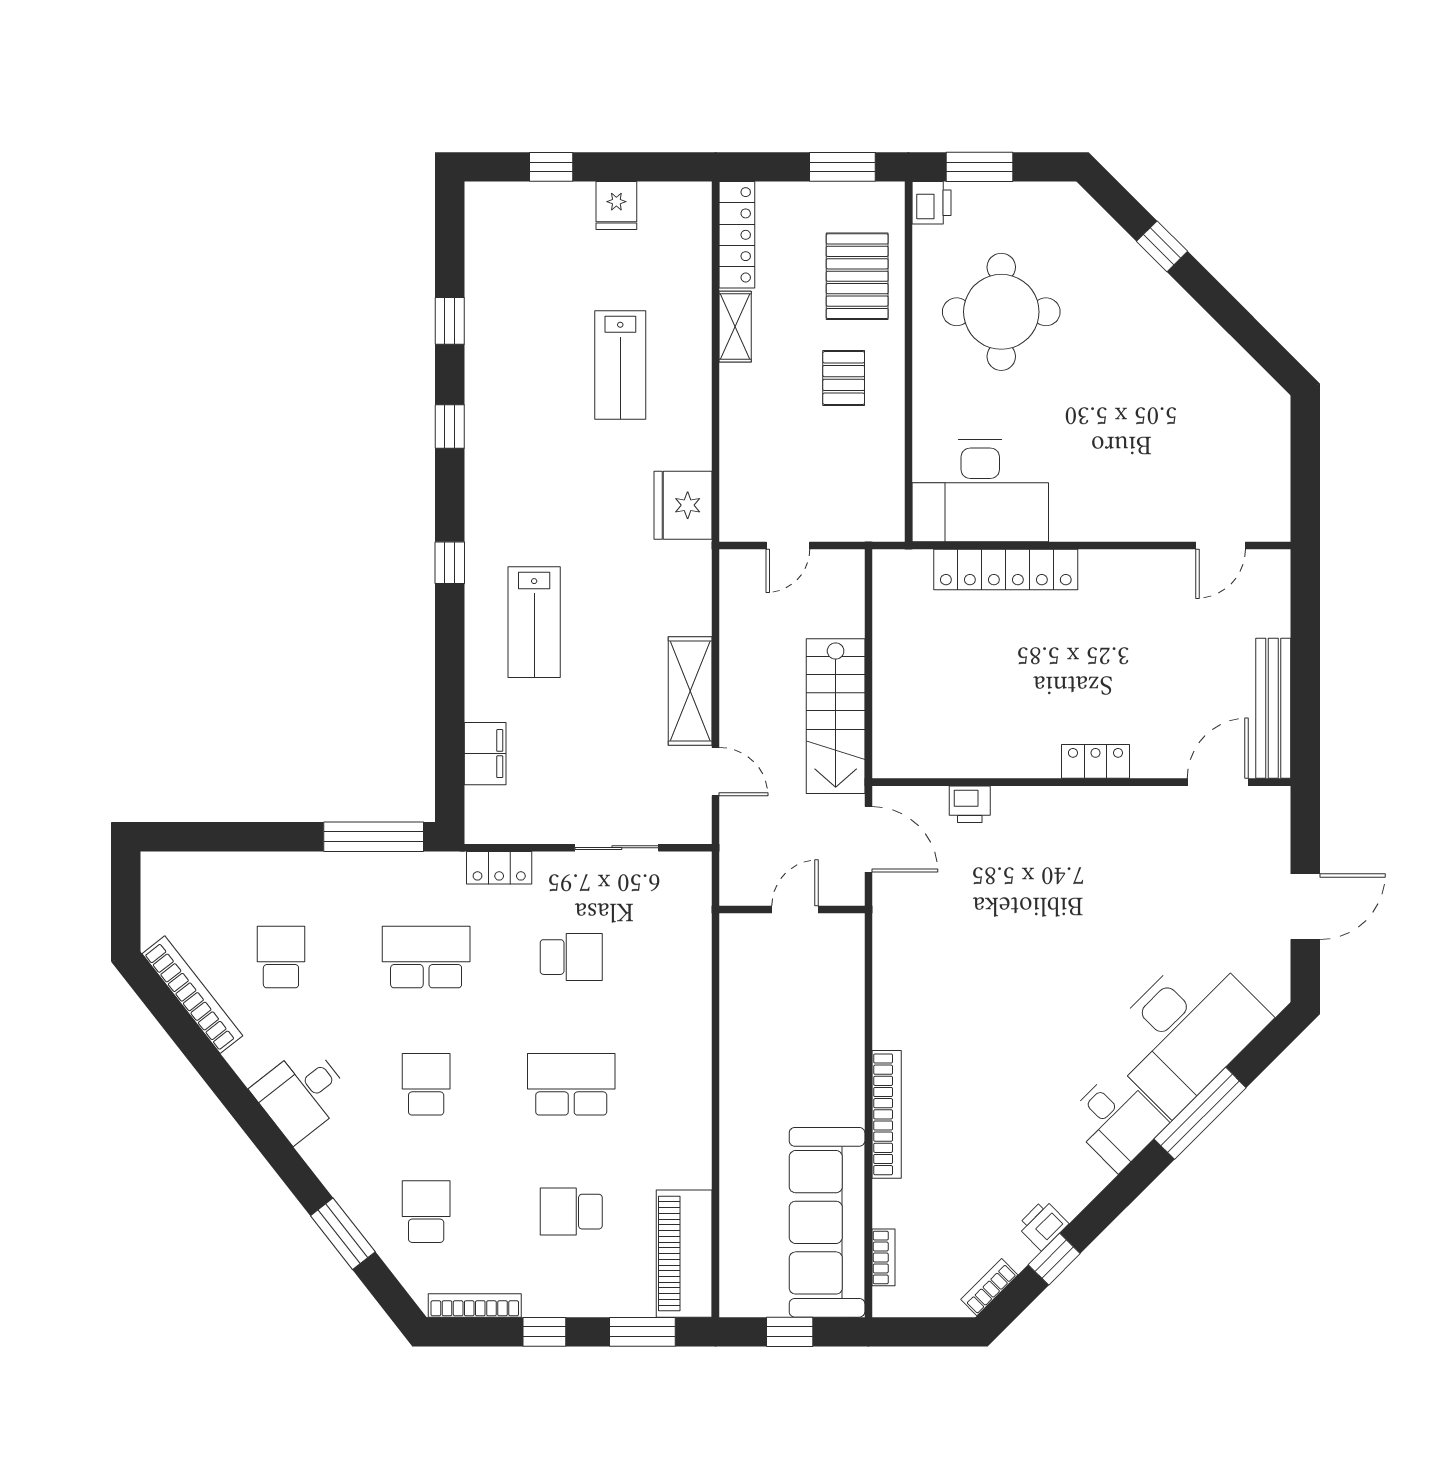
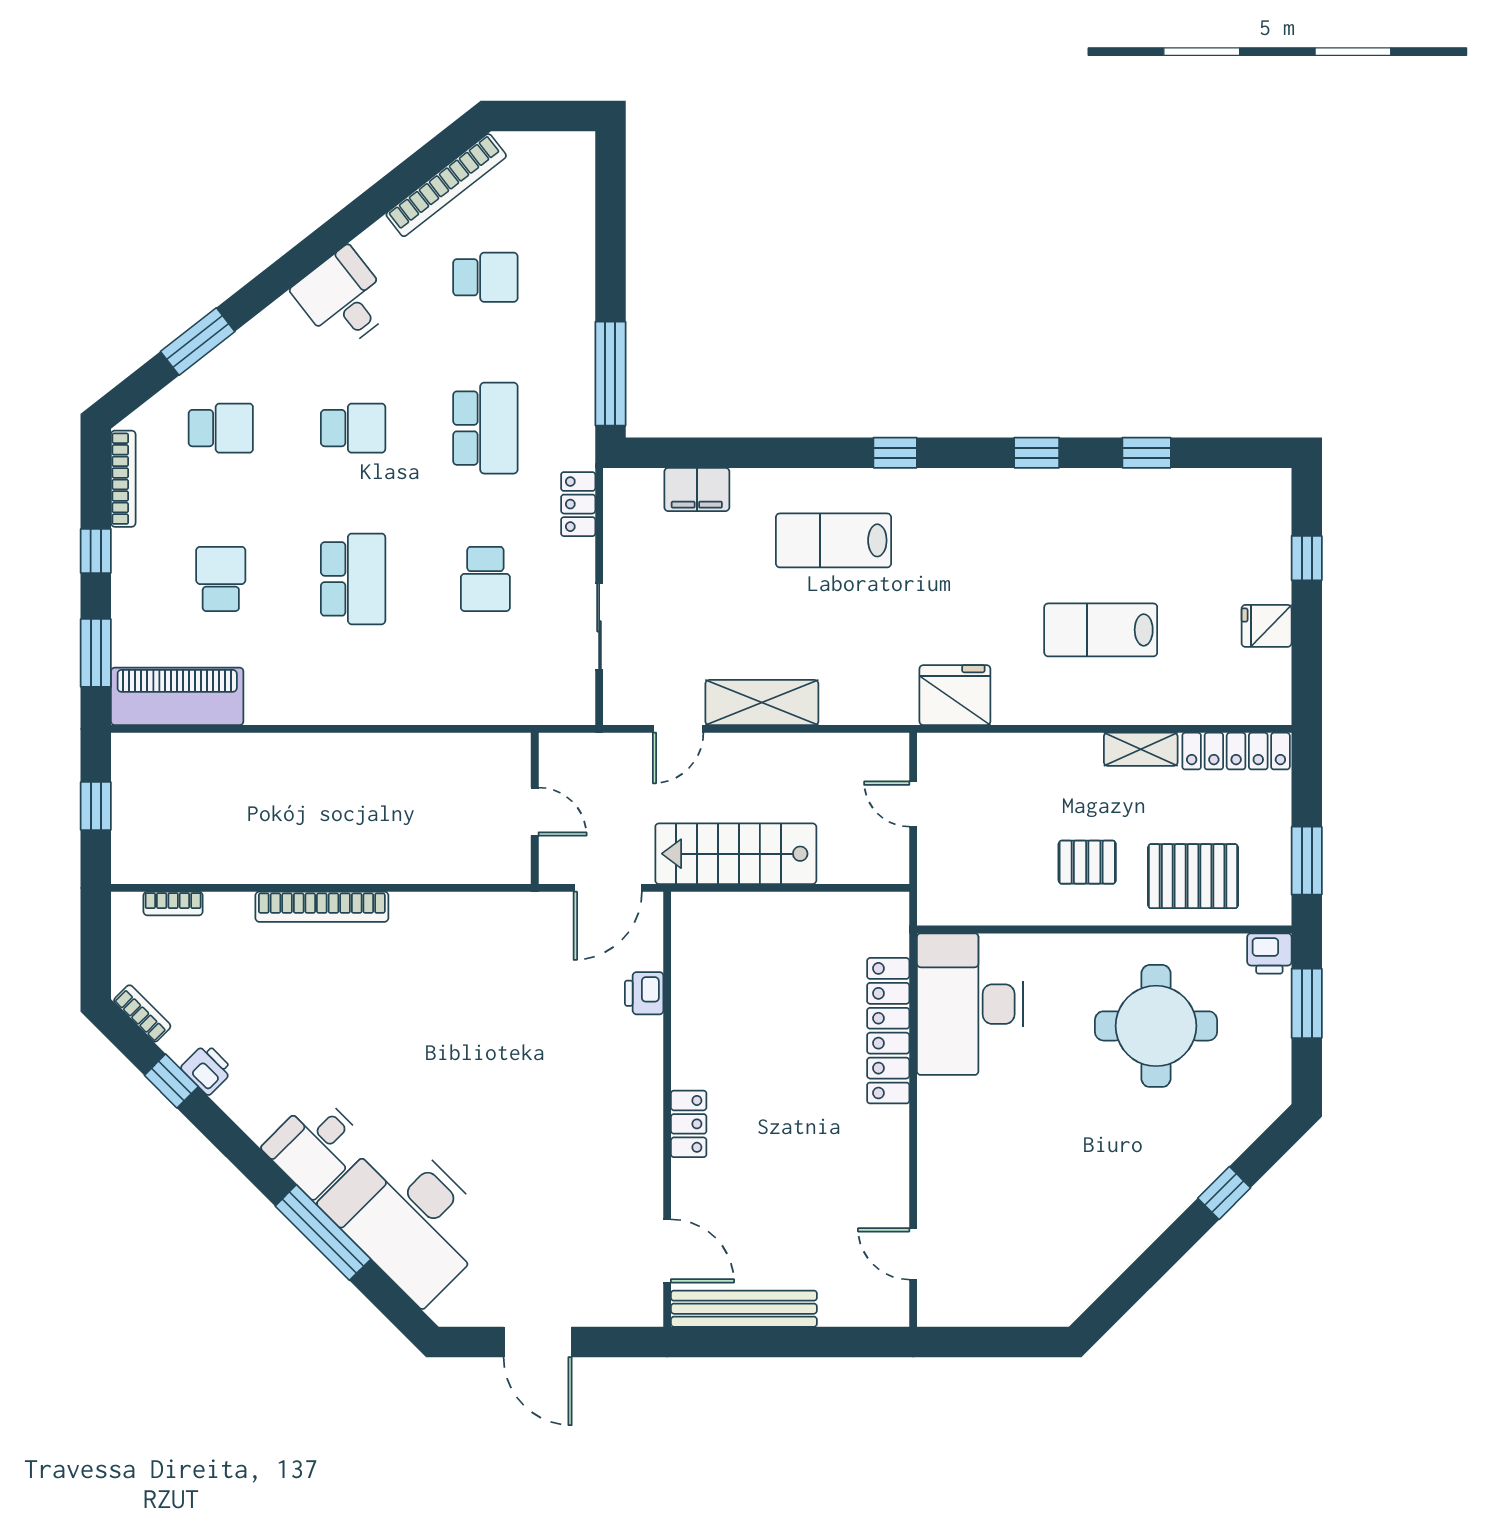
sofa: (827, 1222) -> (210, 845), removed

